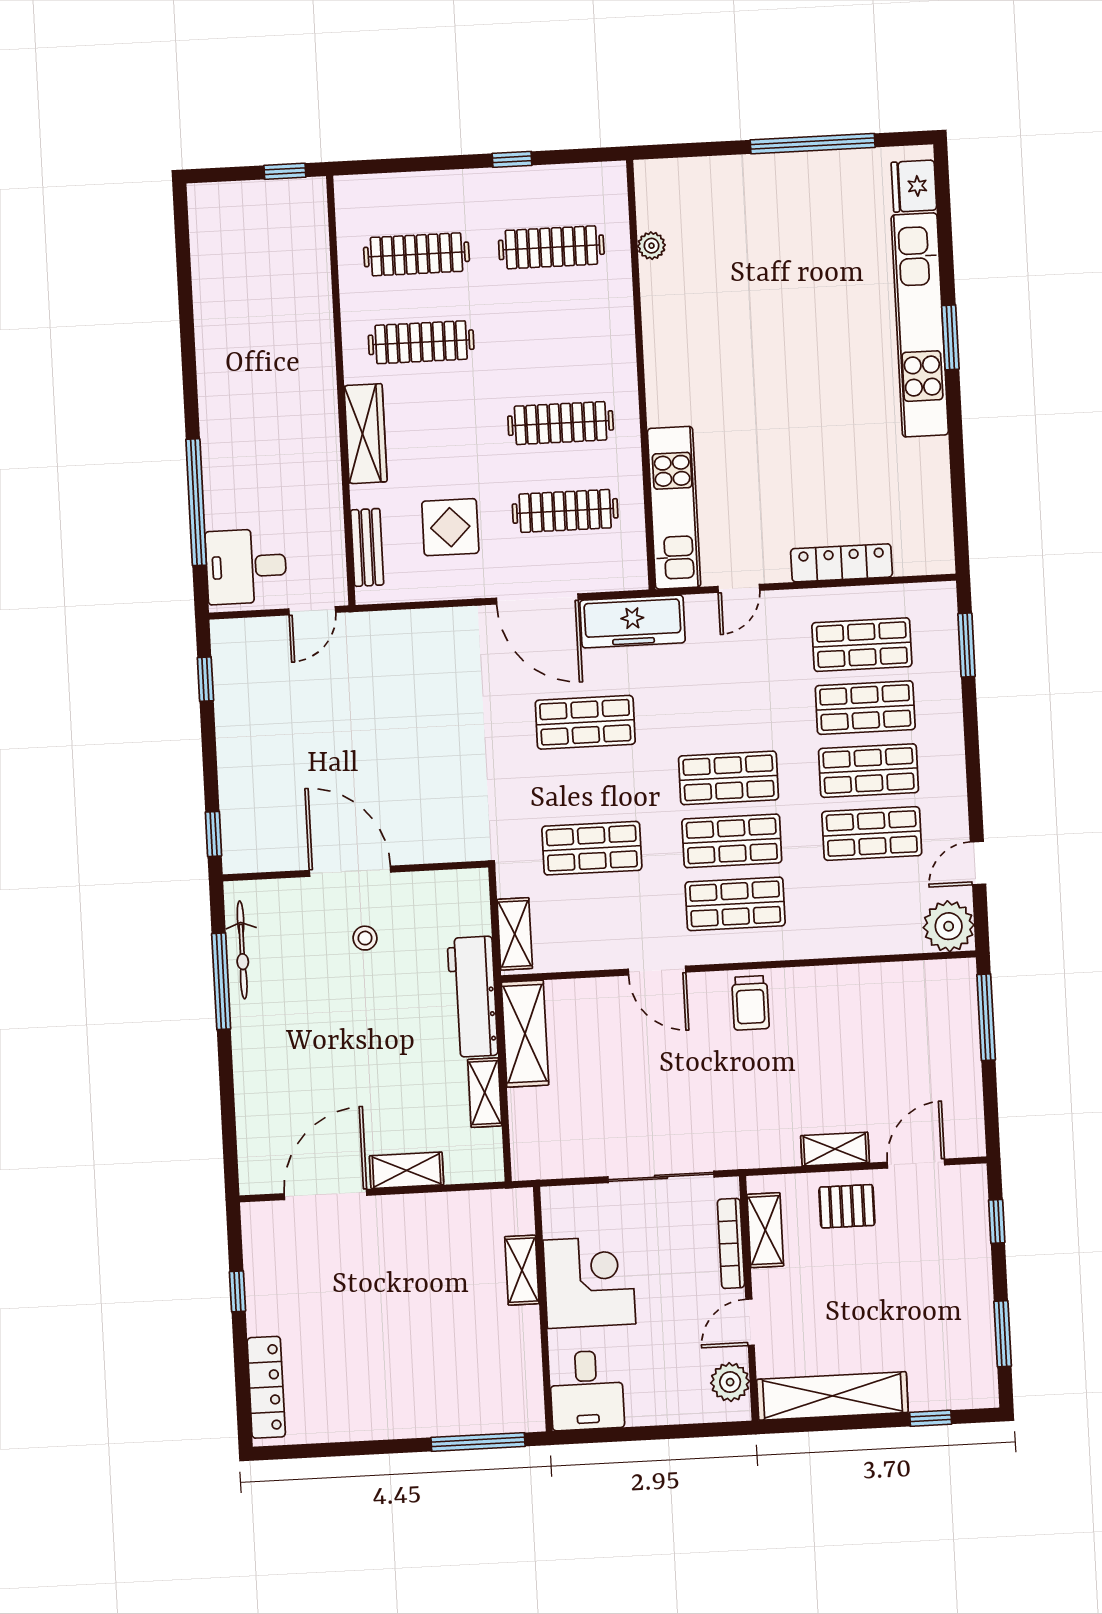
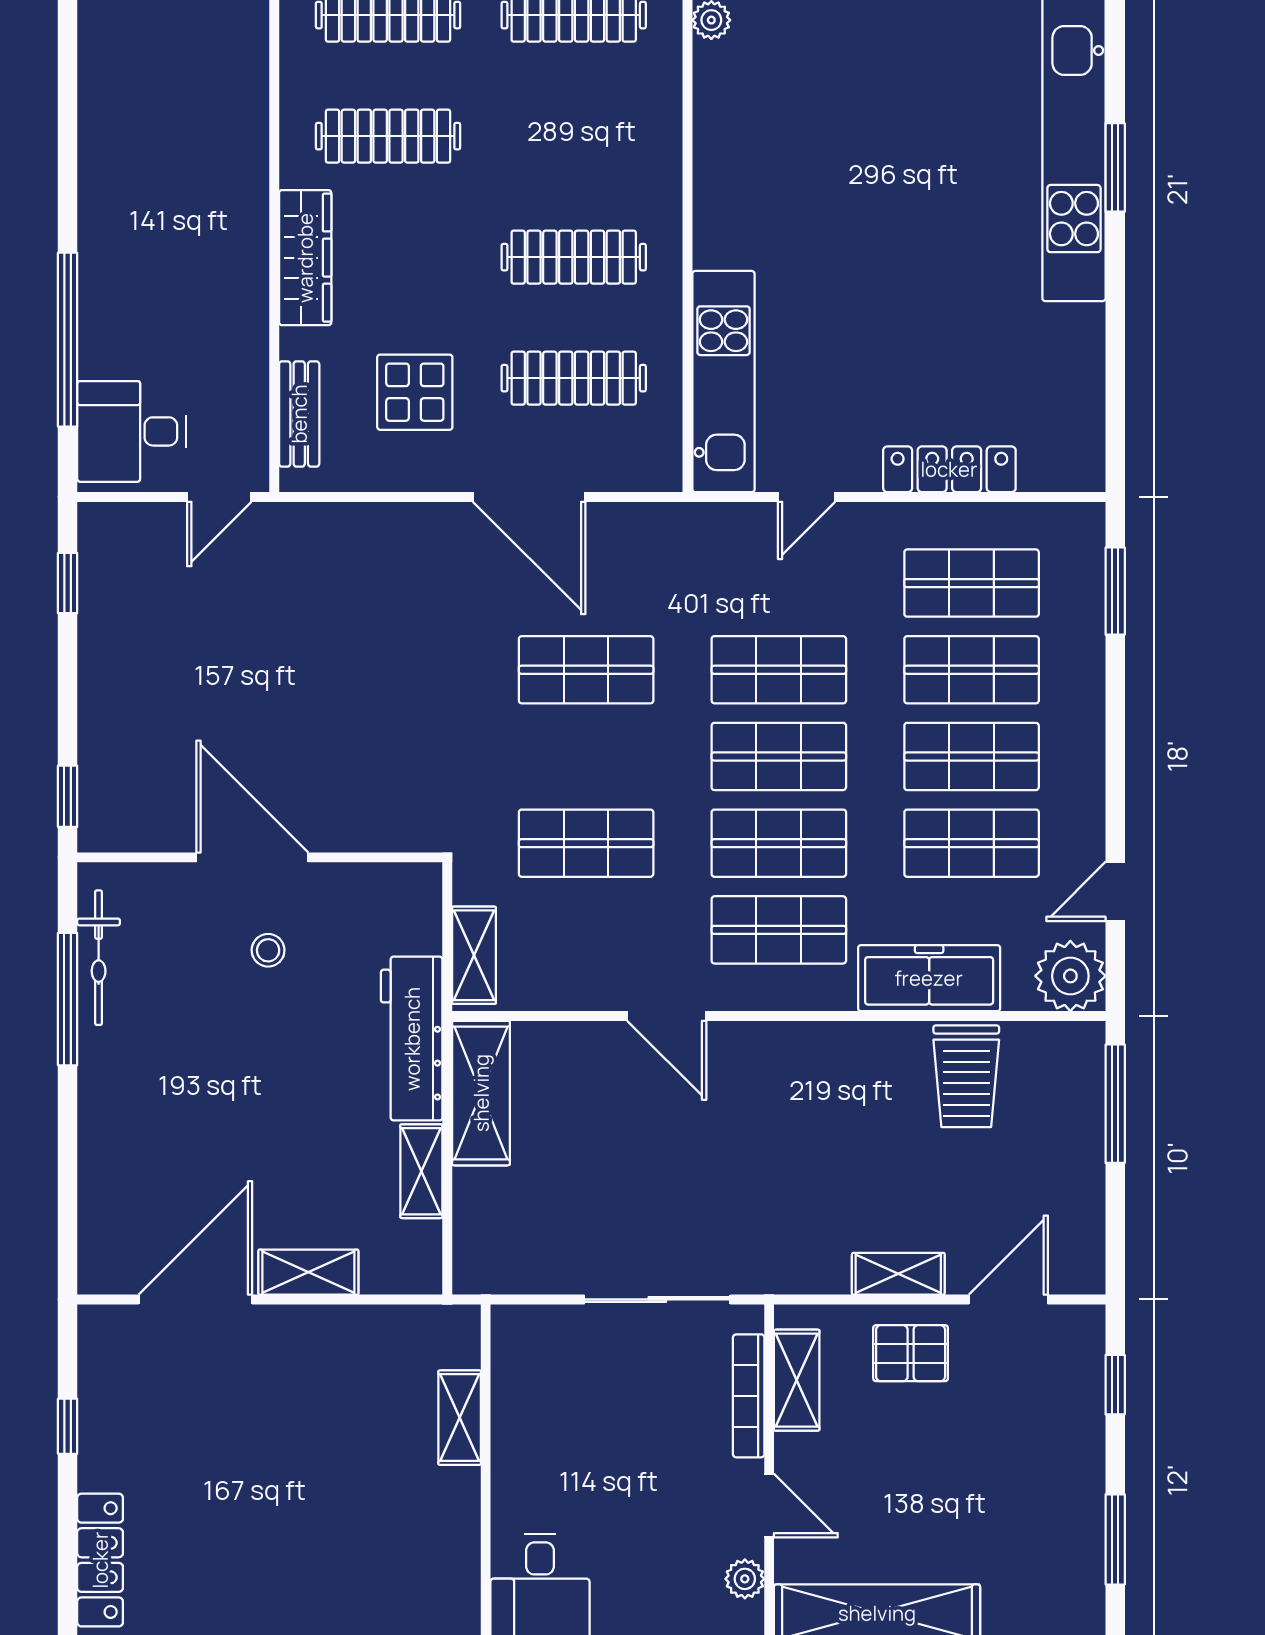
freezer: (633, 621) -> (929, 978), moved, turned 180
shop shelf: (725, 715) -> (779, 670), added
trolley: (750, 1003) -> (966, 1076), moved, width x1.36, depth x1.39
corner desk: (589, 1282) -> (551, 1439), removed
door: (750, 1322) -> (769, 1506), swing flipped
plant: (730, 1382) -> (745, 1579), width x0.73, depth x0.73

